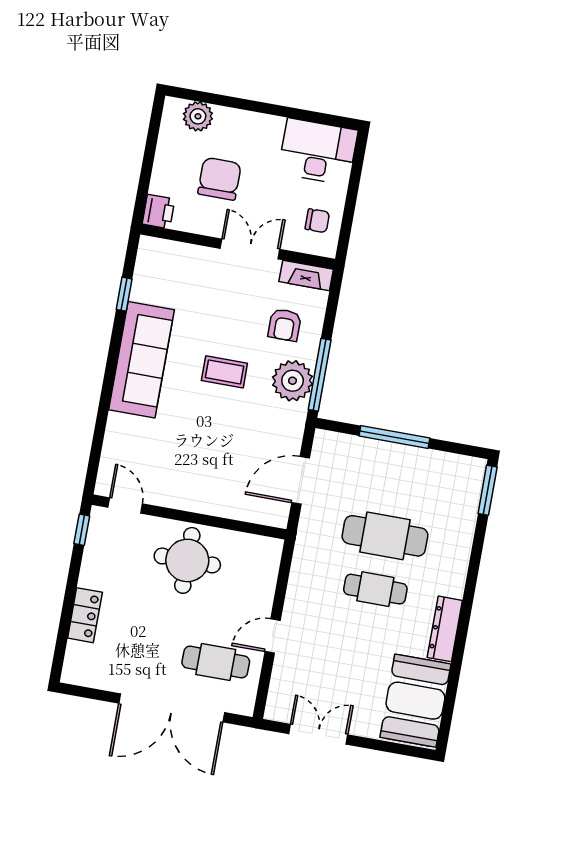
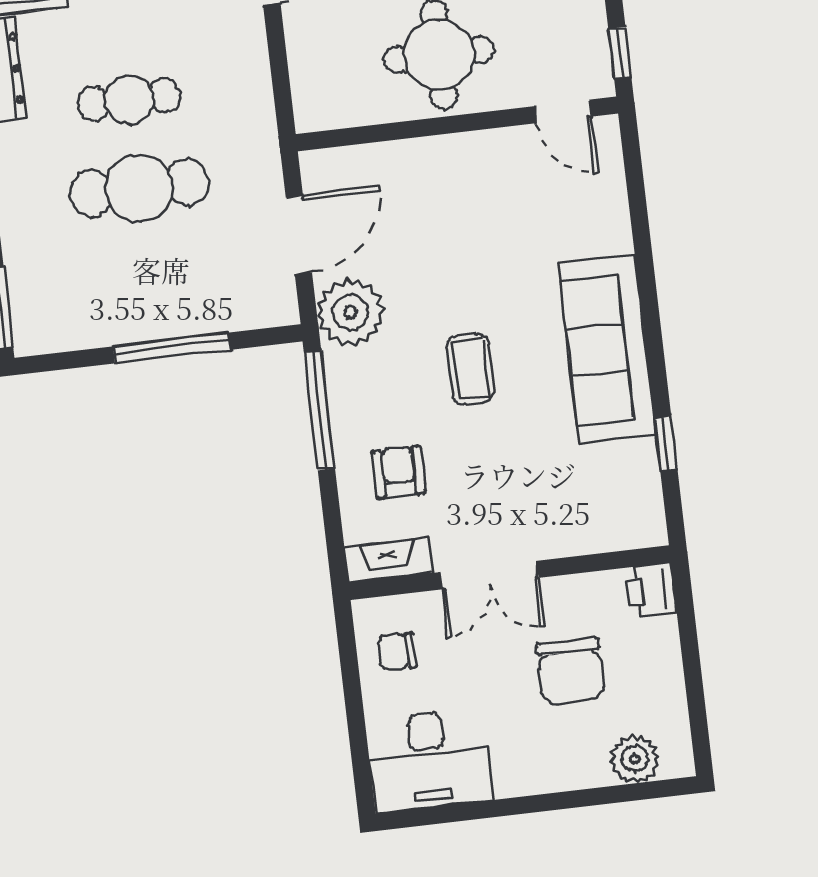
coffee table: (224, 372) -> (471, 369), turned 90
plant: (293, 381) -> (350, 312), moved

